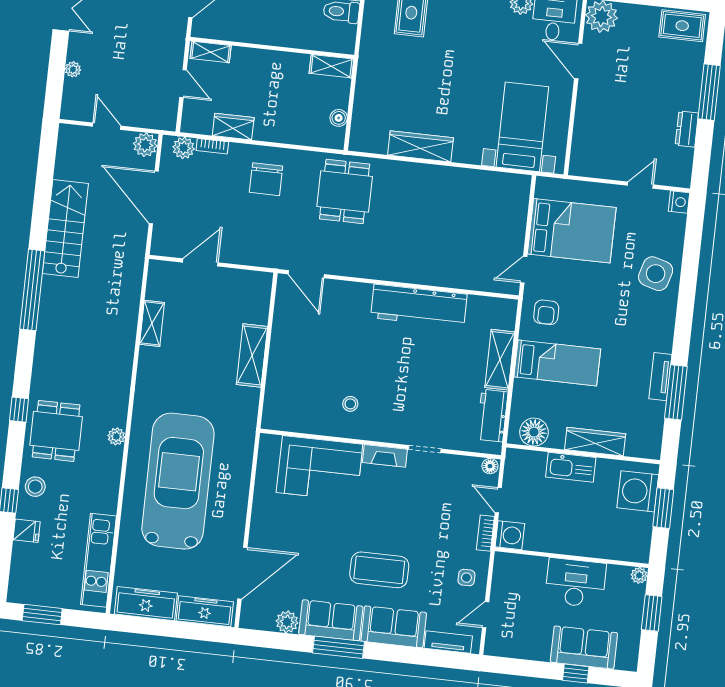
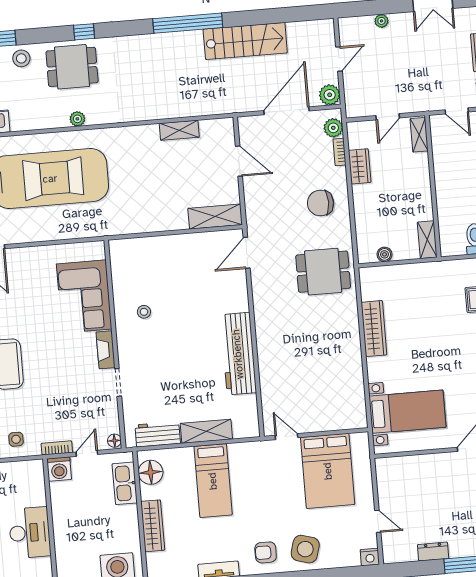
armchair: (546, 312) -> (266, 552), moved
shelving: (252, 355) -> (215, 217), moved
kitchen sink: (571, 467) -> (125, 483), moved

